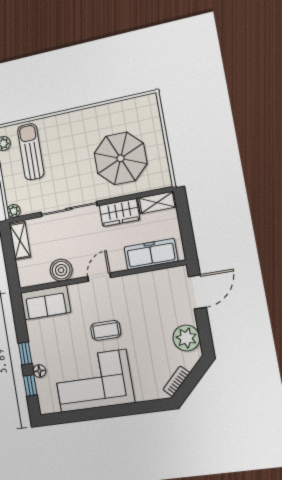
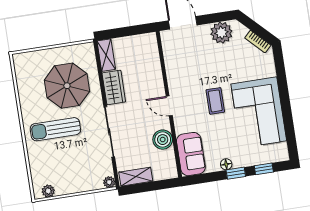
sun lounger: (31, 152) -> (55, 129), moved
freezer: (151, 254) -> (150, 61), removed
floor lamp: (39, 371) -> (226, 164), moved

